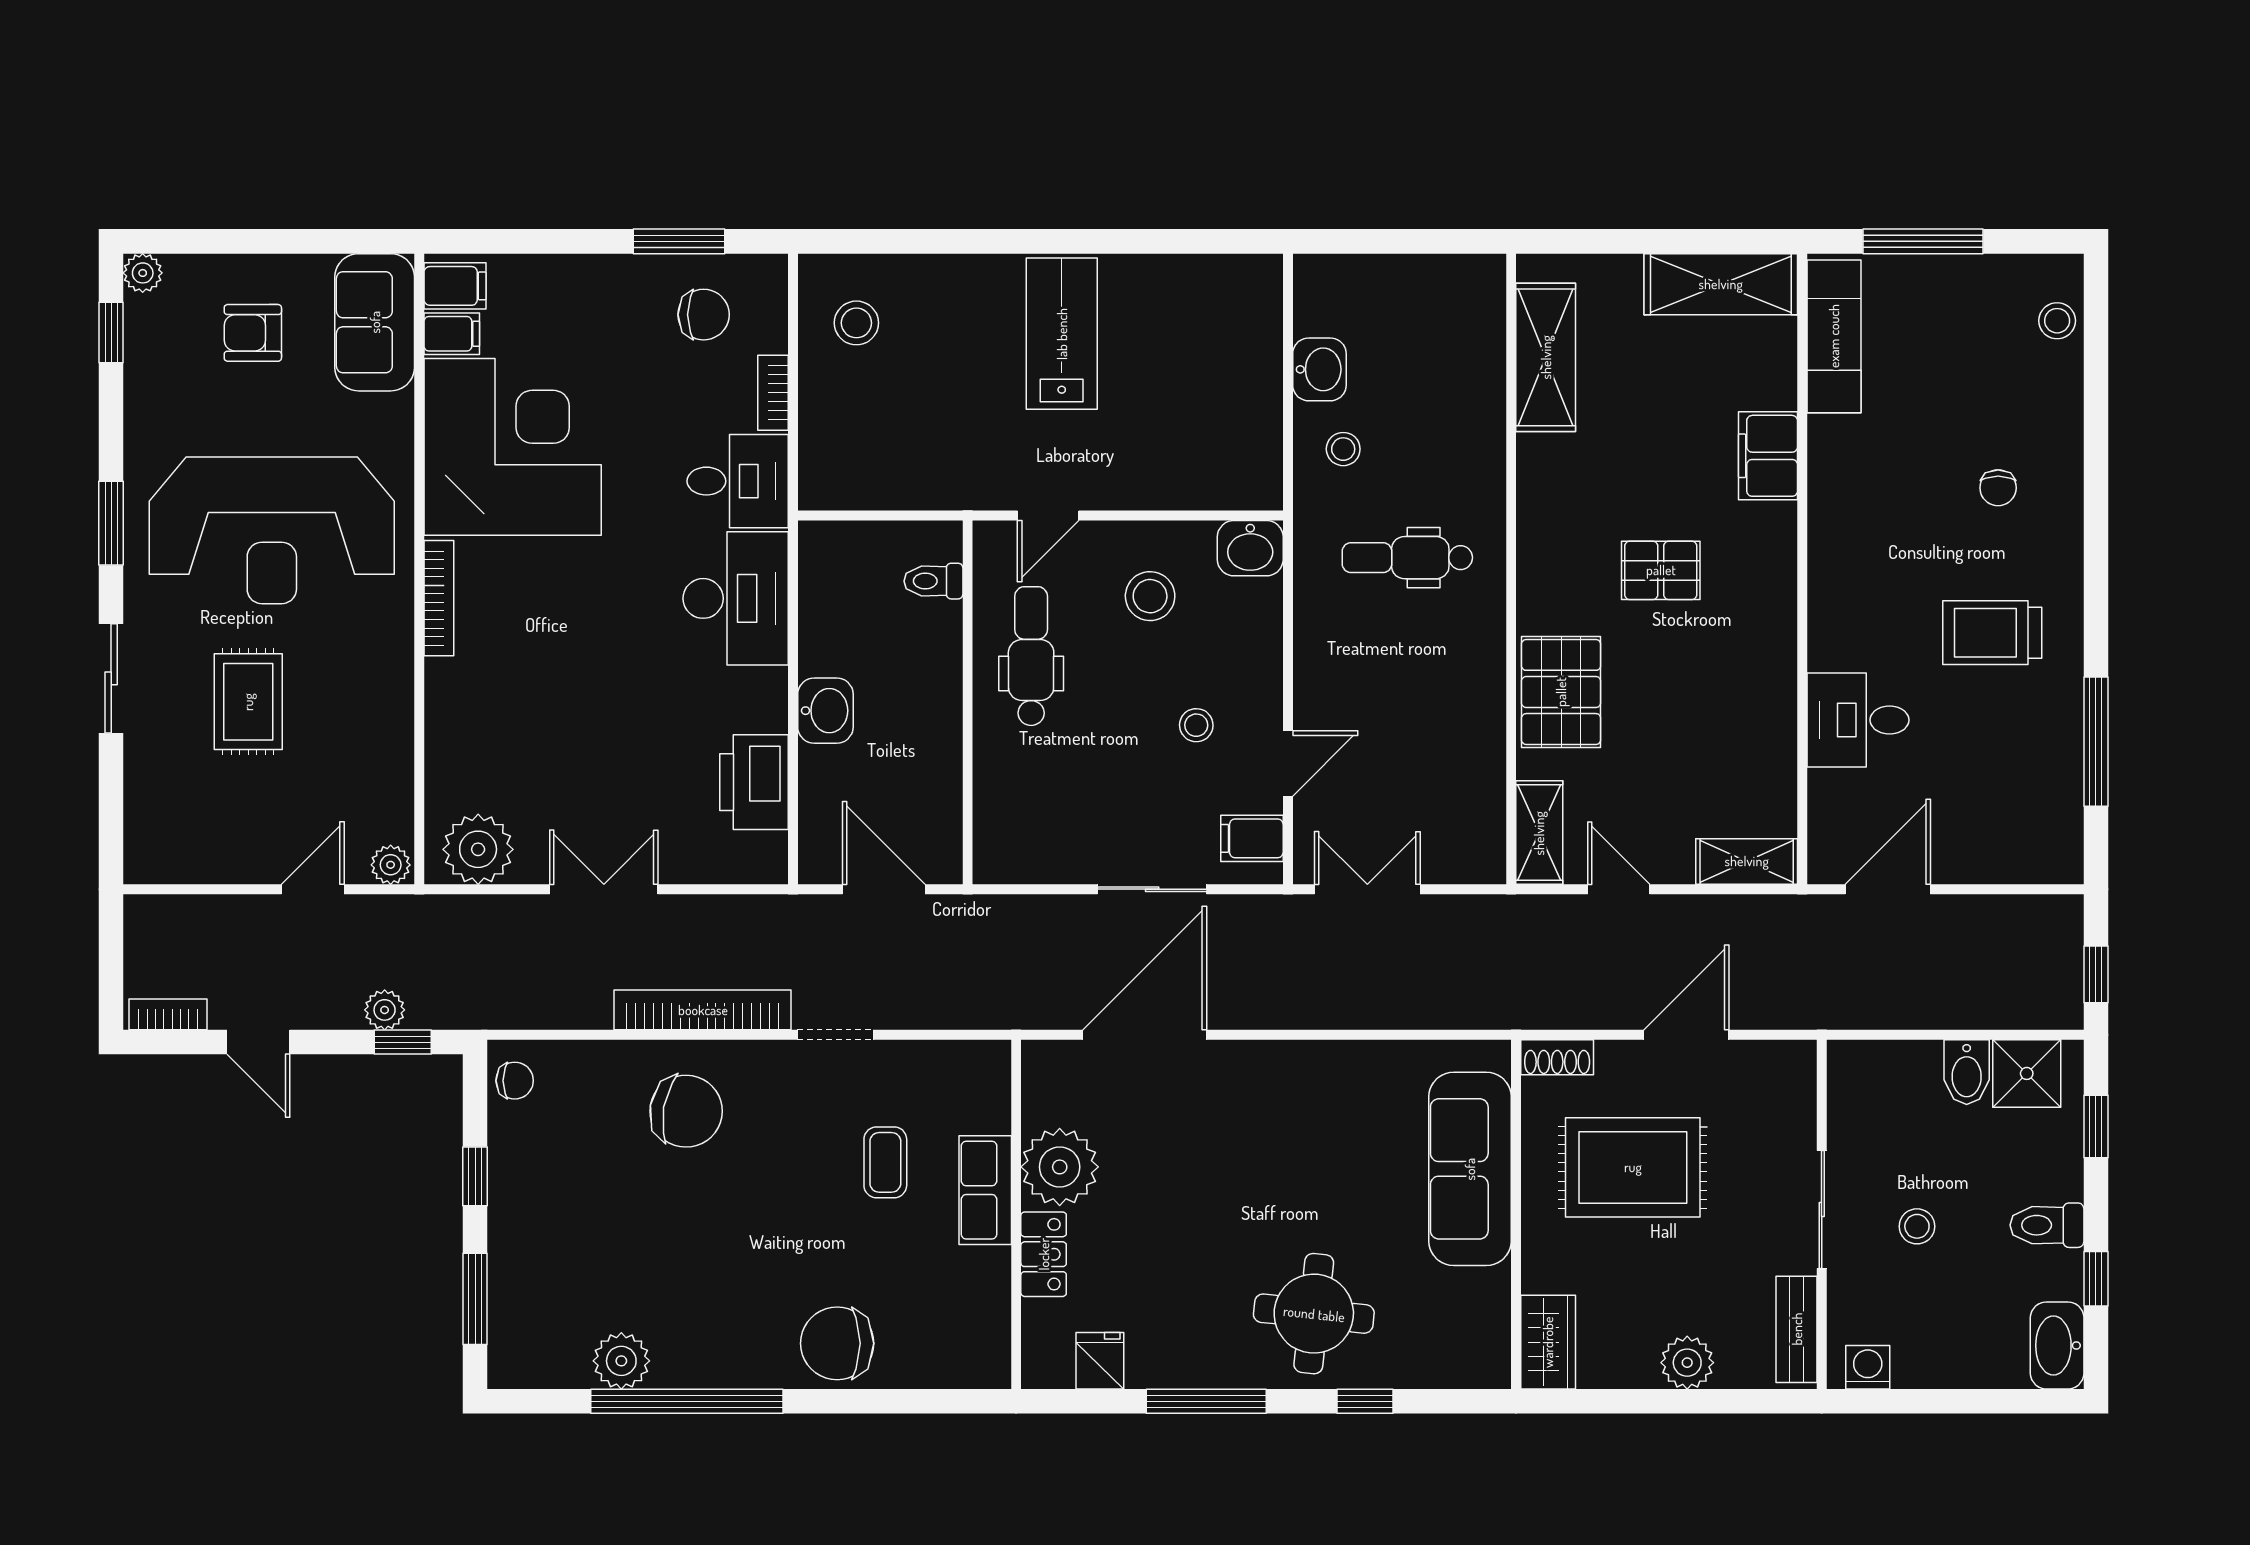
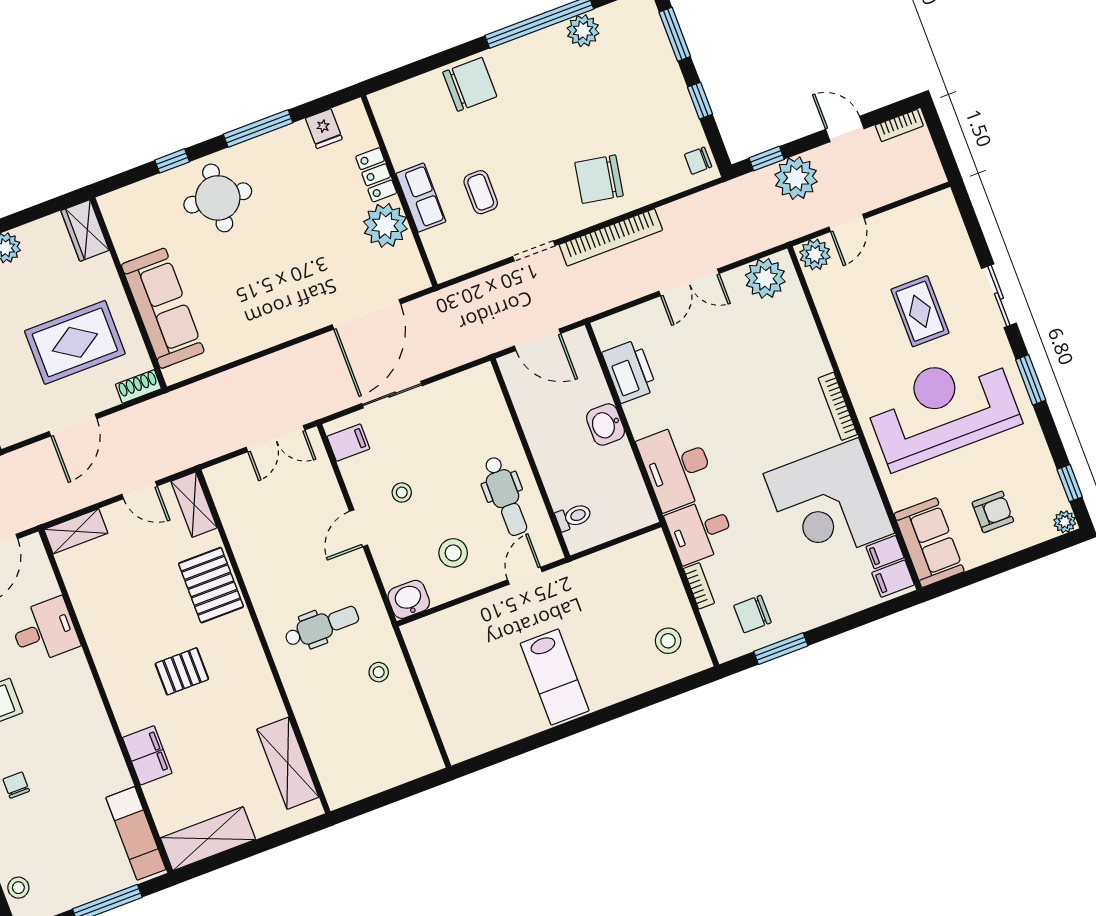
washbasin: (1319, 369) -> (408, 710), removed
door: (1288, 763) -> (359, 528), moved
plant: (391, 865) -> (815, 255), width x1.38, depth x1.38
plant: (385, 1010) -> (796, 178), width x1.88, depth x1.88

